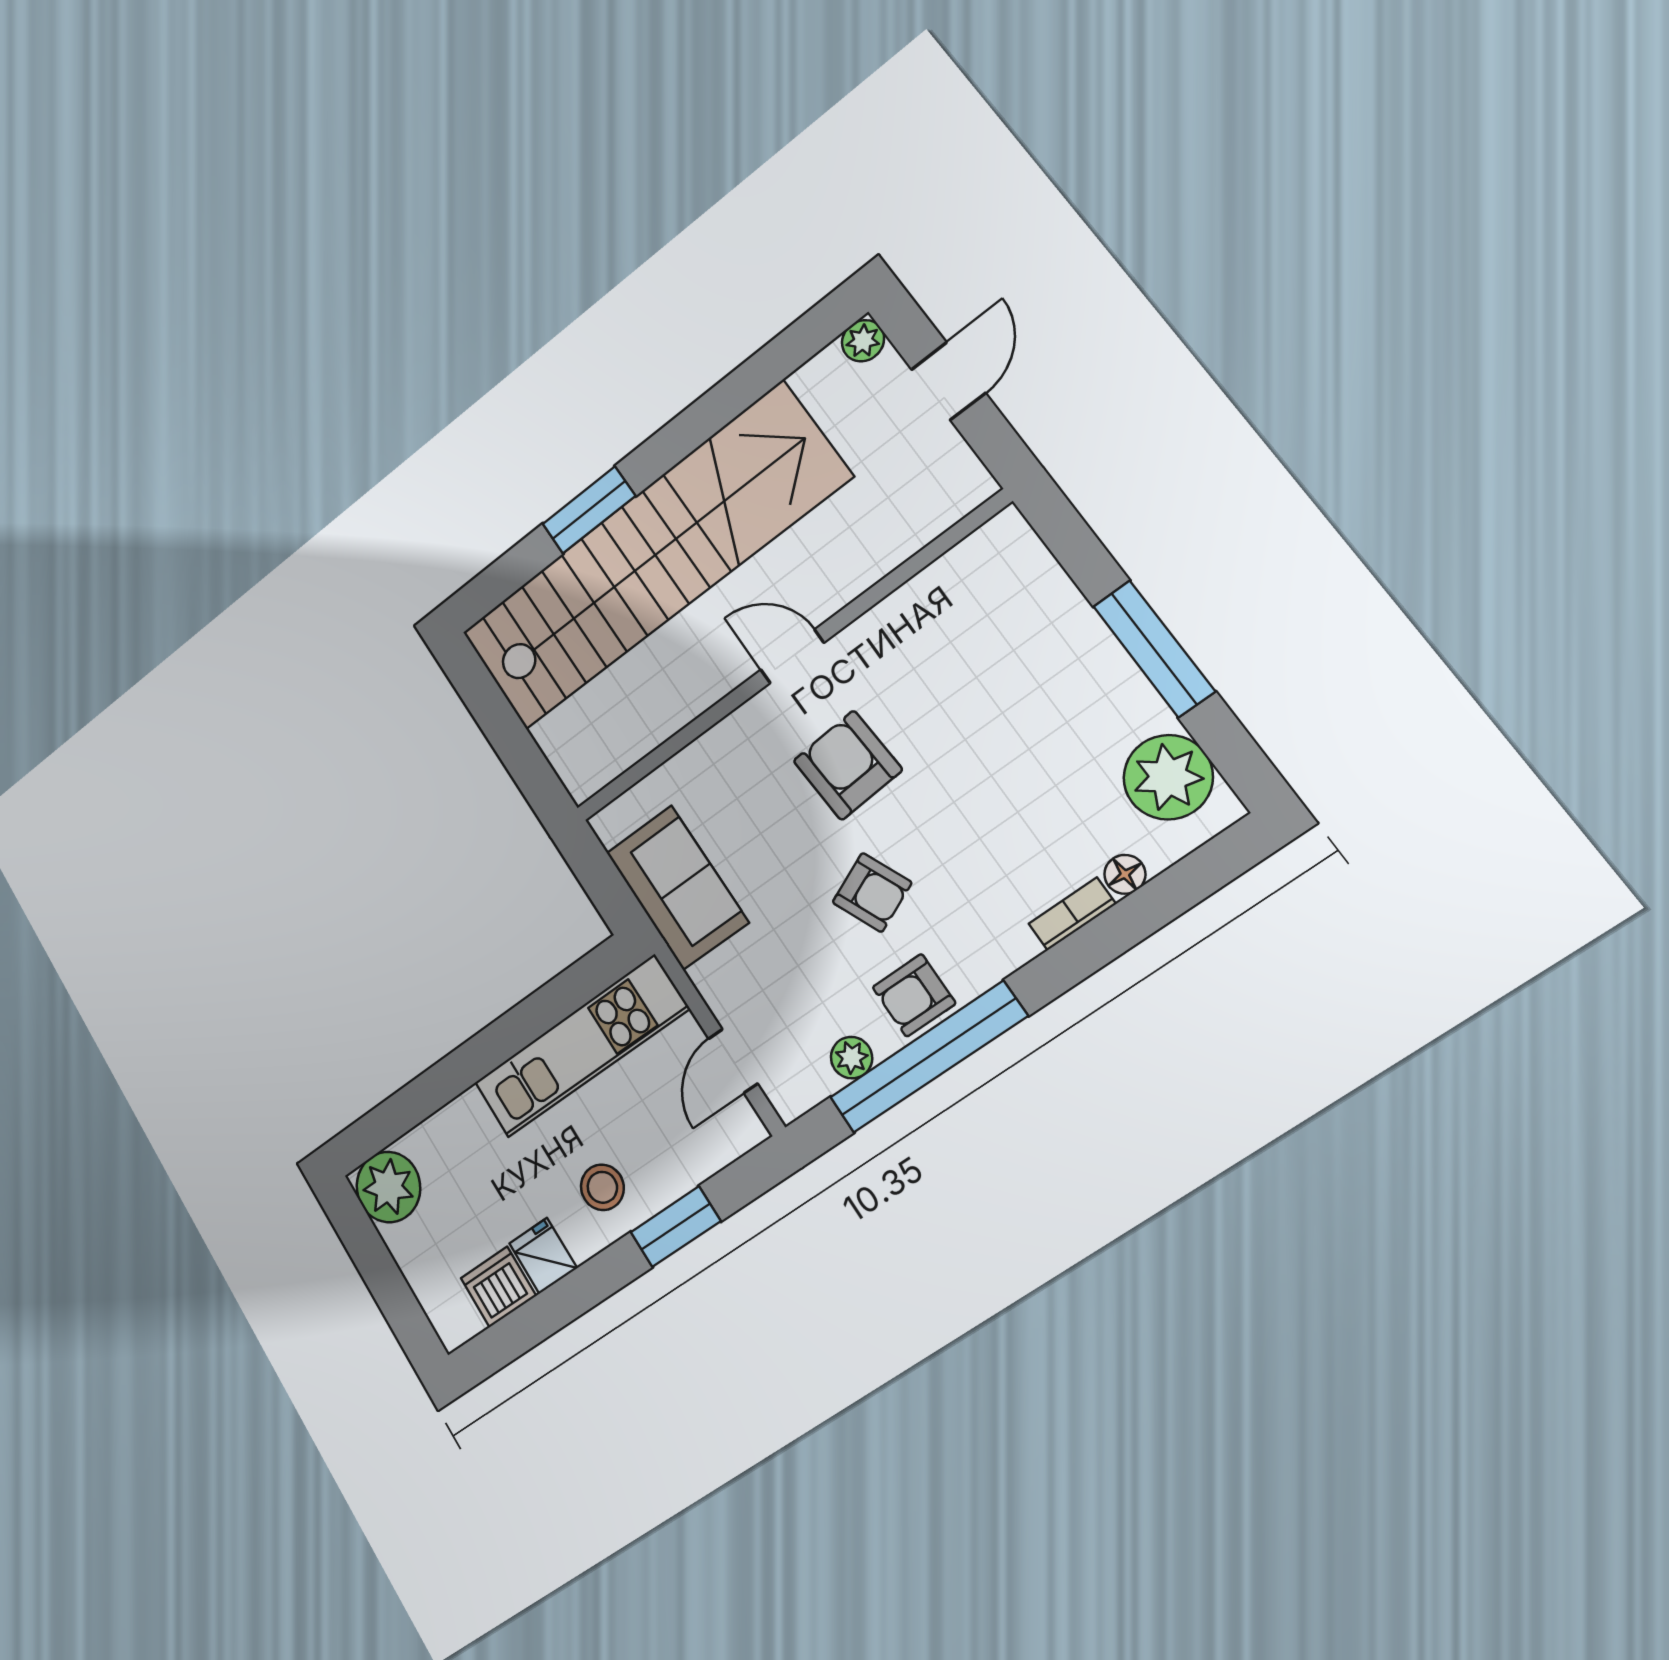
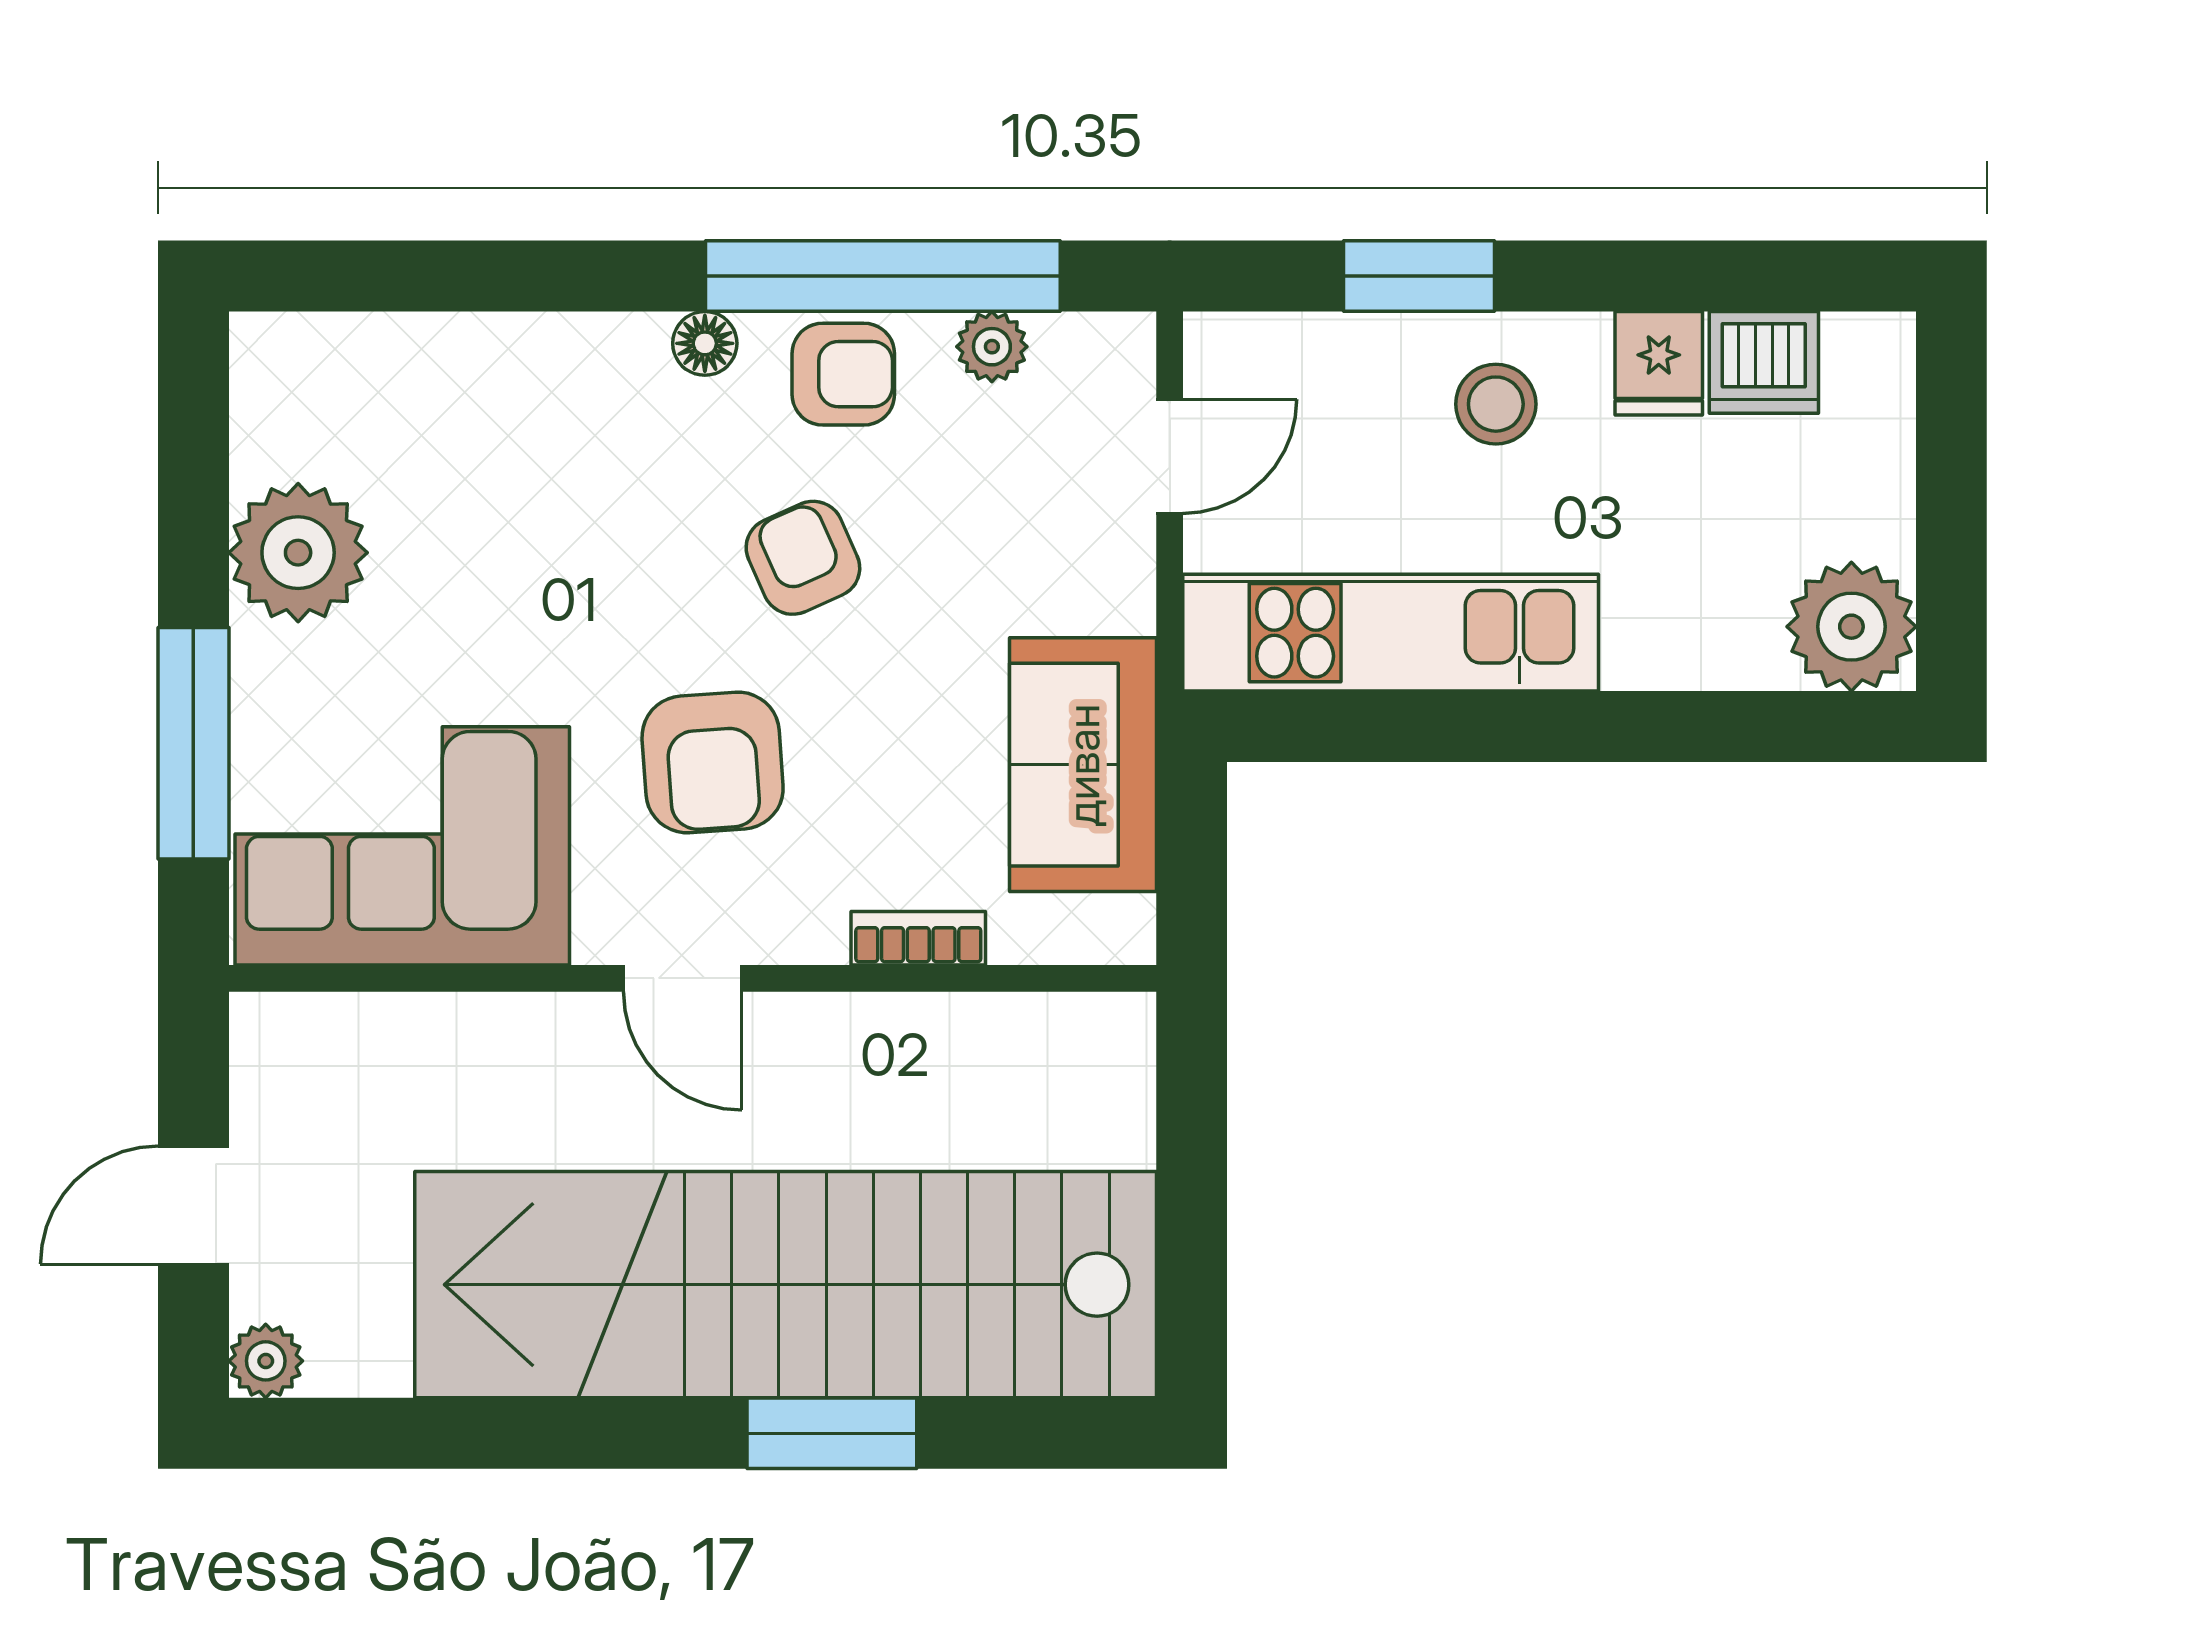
corner sofa: (969, 618) -> (402, 846), added
window: (1154, 649) -> (193, 743), moved
plant: (1168, 777) -> (298, 553), moved
floor lamp: (1125, 874) -> (705, 343), moved
bookcase: (1072, 914) -> (918, 938), moved, turned 180

